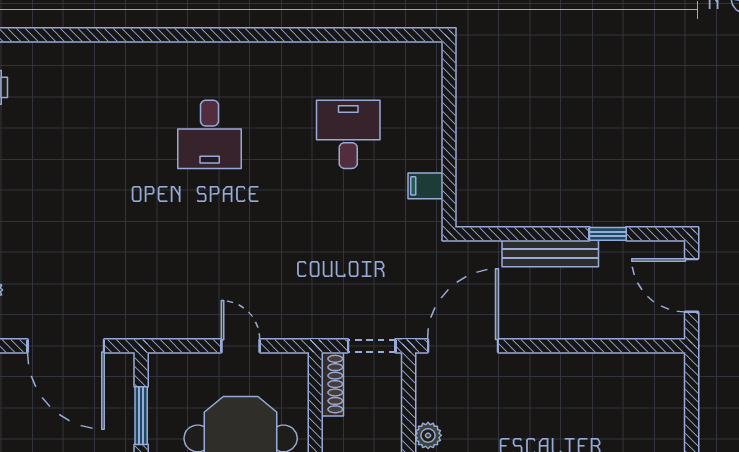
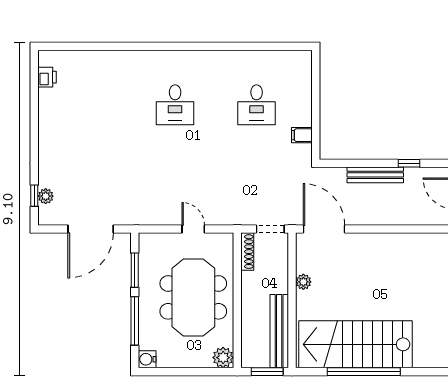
desk: (348, 134) -> (257, 105), turned 180
door: (66, 346) -> (91, 229), hinge flipped
door: (463, 346) -> (324, 229), hinge flipped

